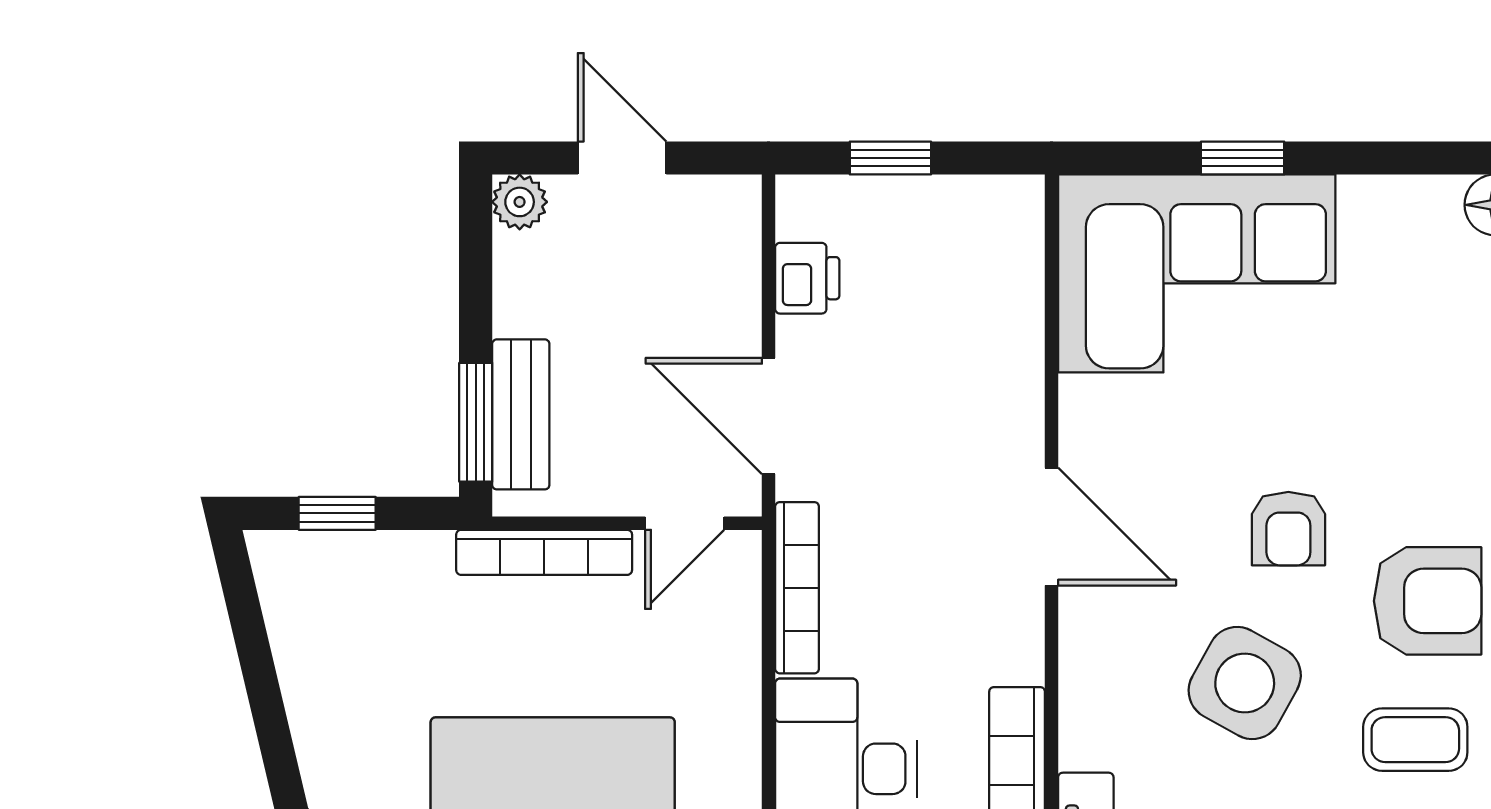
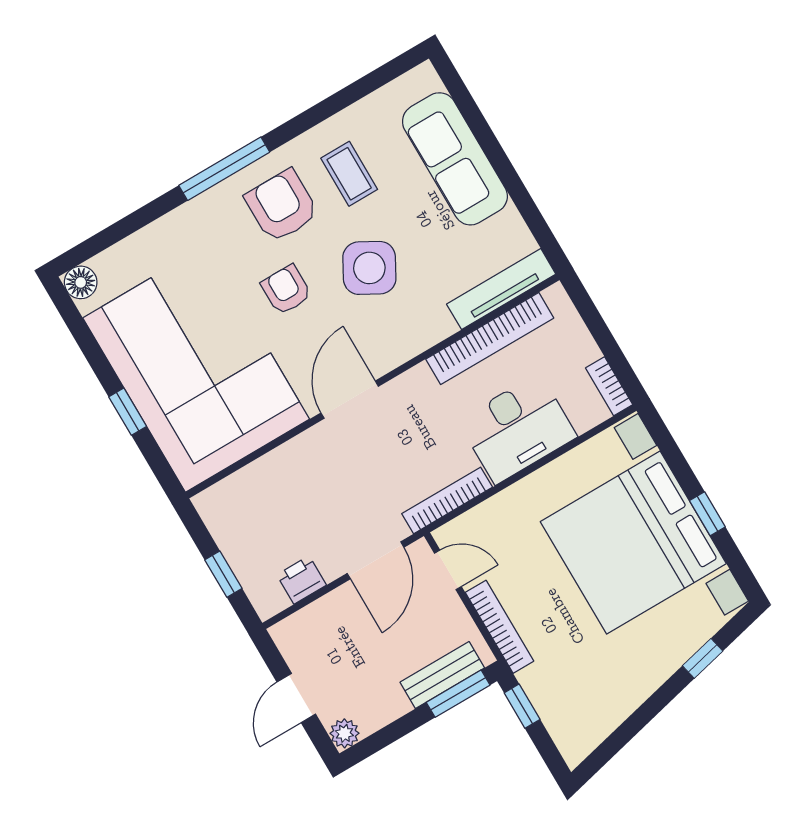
corner sofa: (1197, 273) -> (196, 369), width x1.36, depth x1.36
window: (337, 513) -> (522, 706), moved
armchair: (1288, 529) -> (286, 290), turned -90

